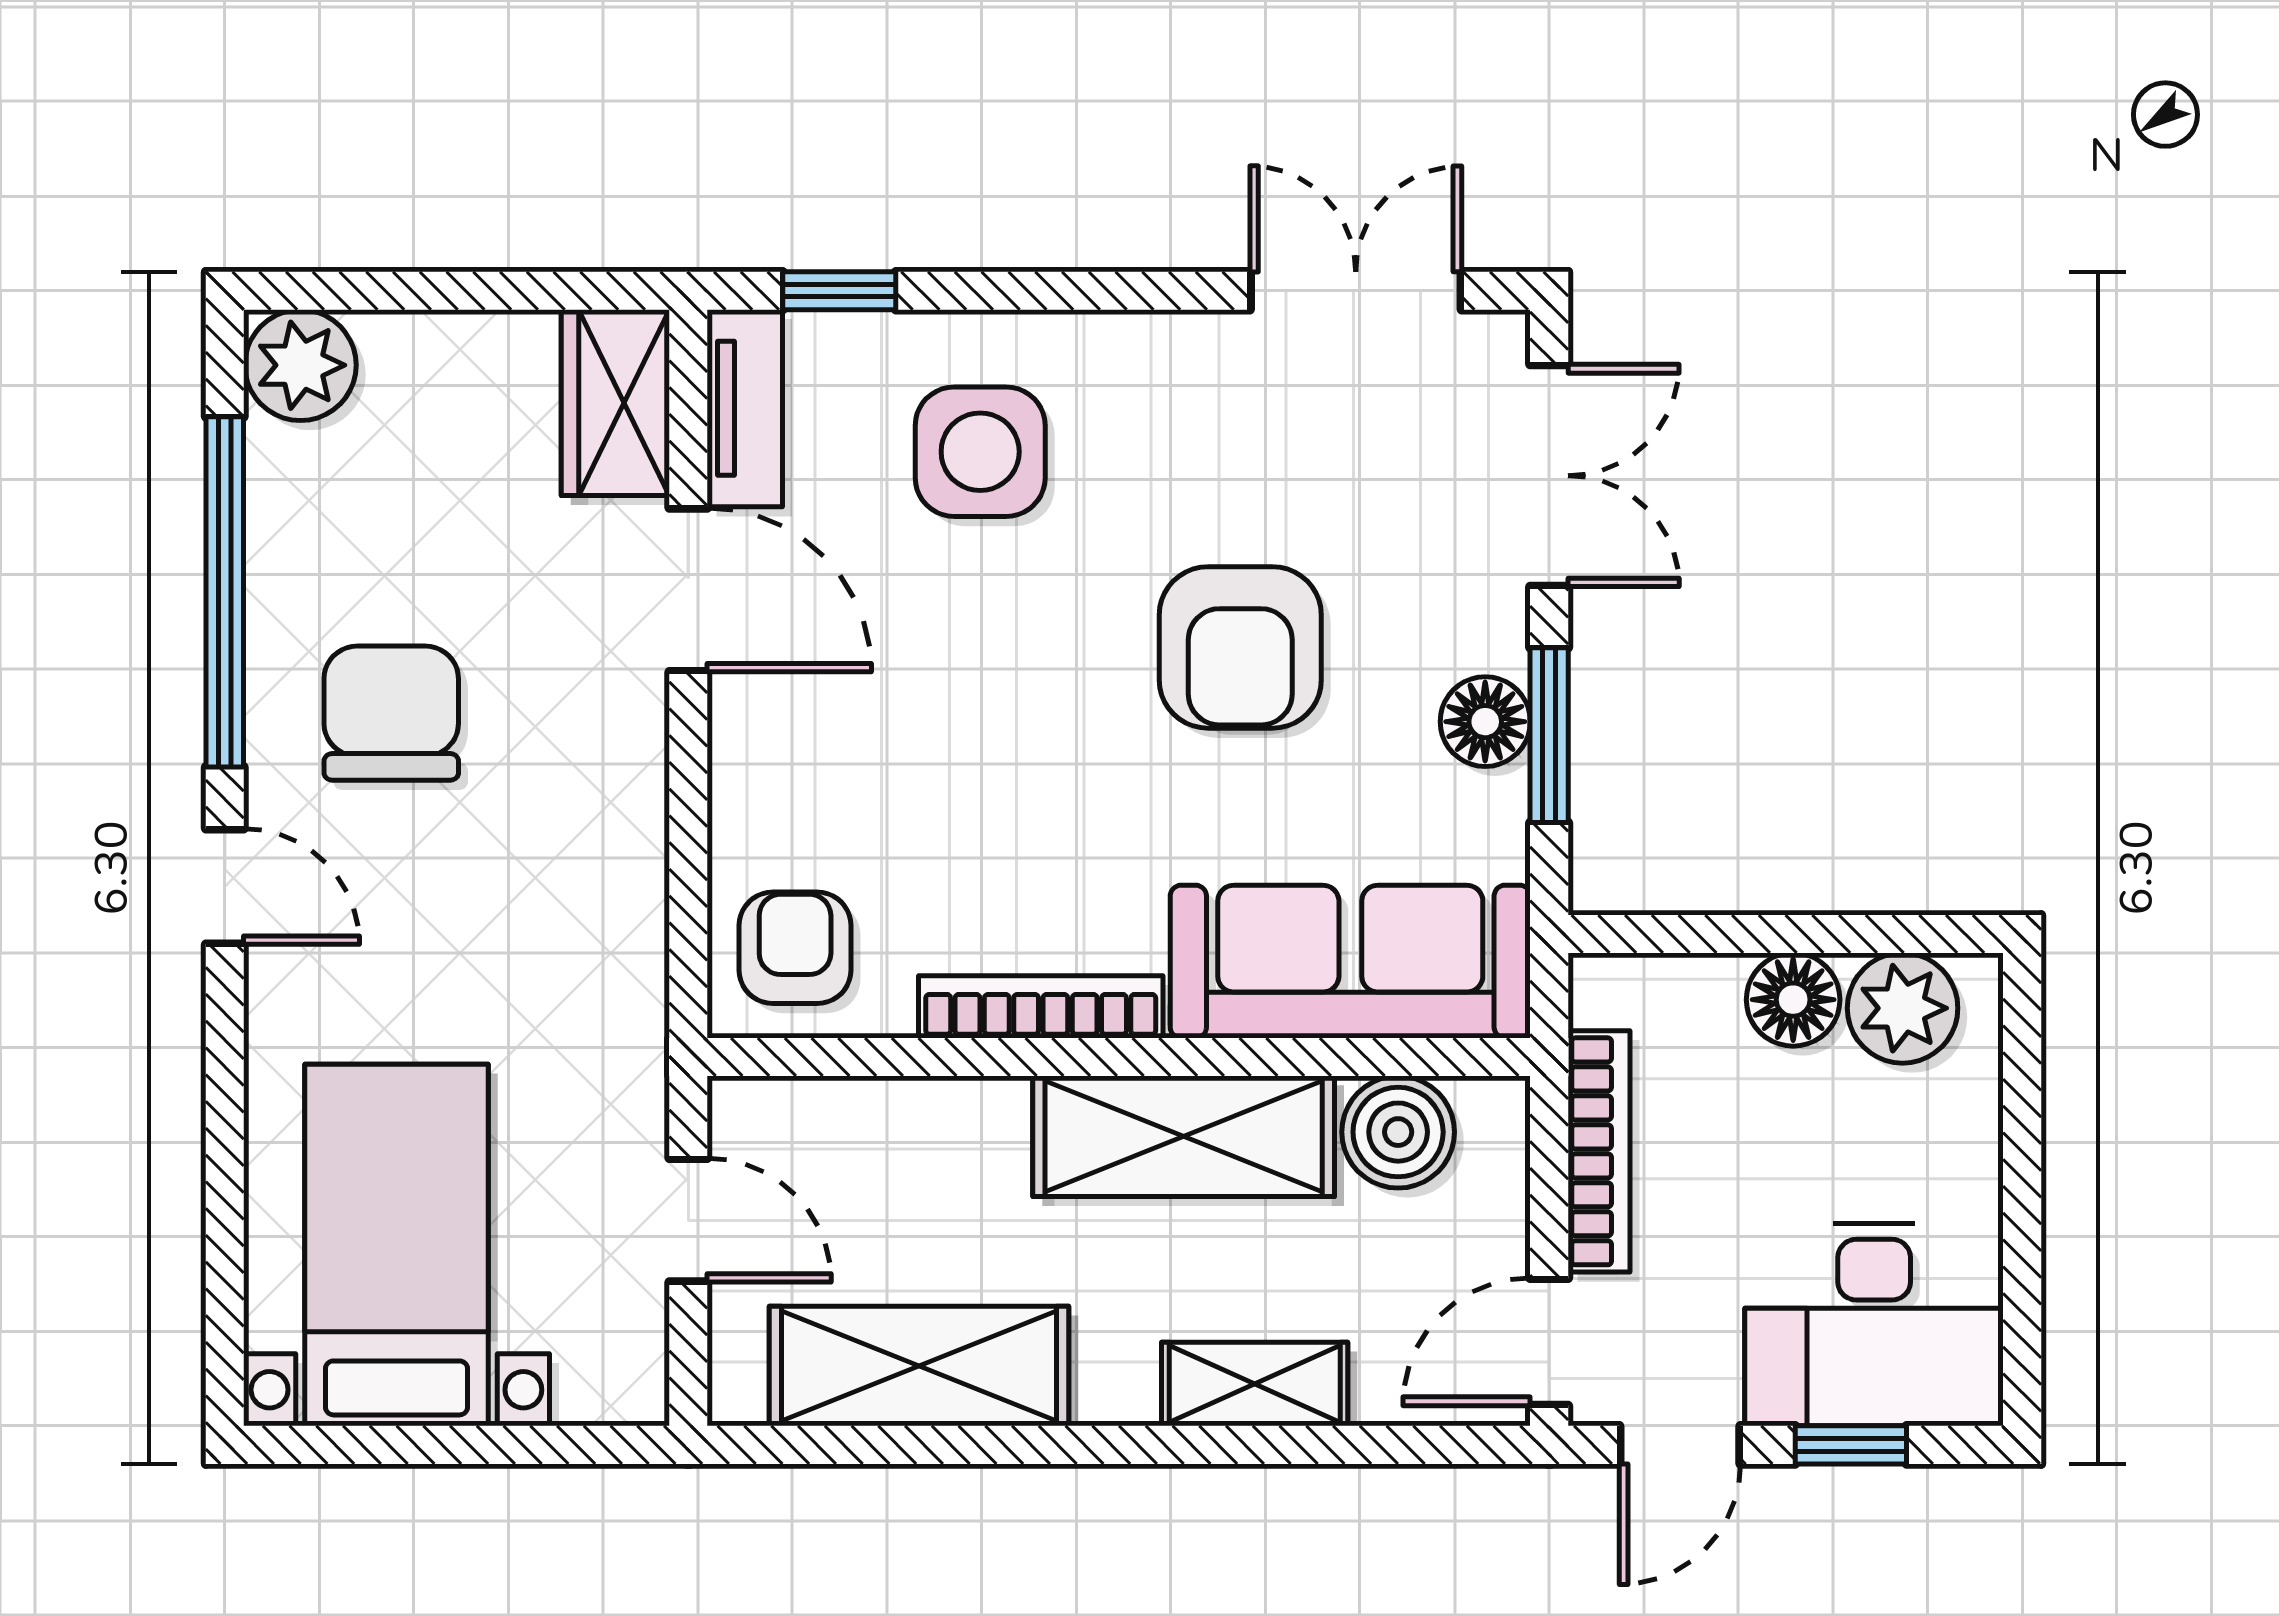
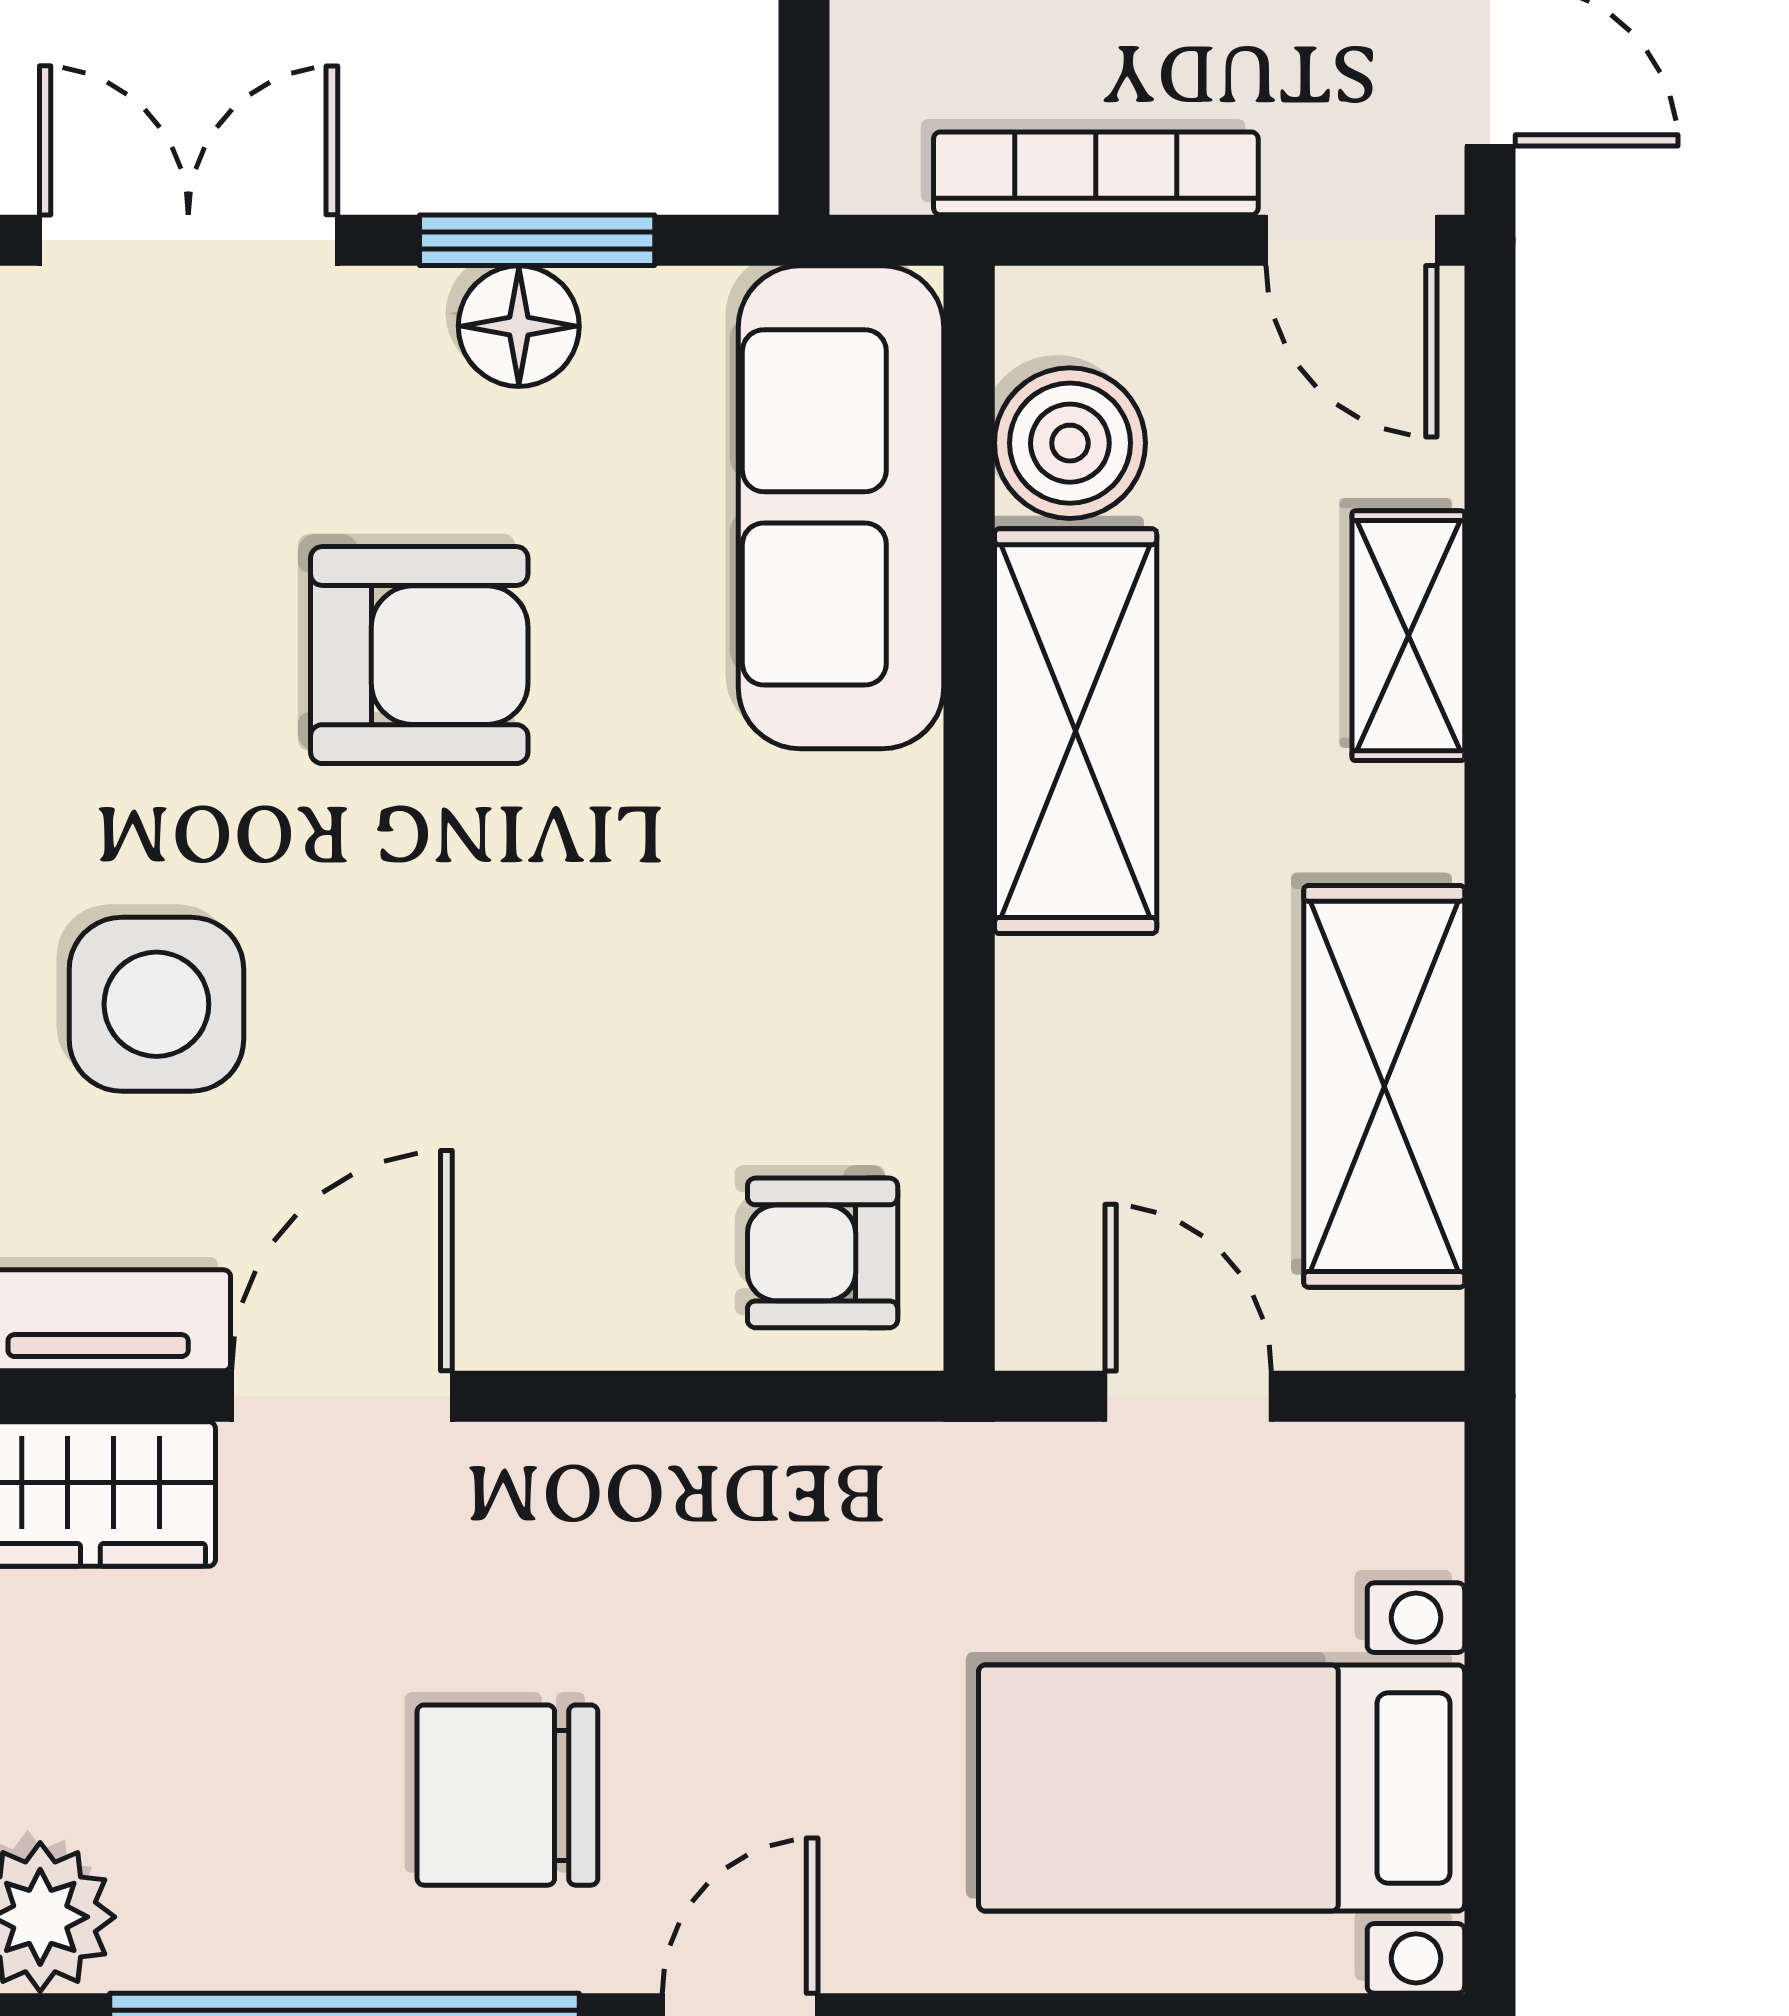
bookcase: (1041, 1007) -> (902, 923), removed
door: (688, 1220) -> (1188, 1396), hinge flipped

